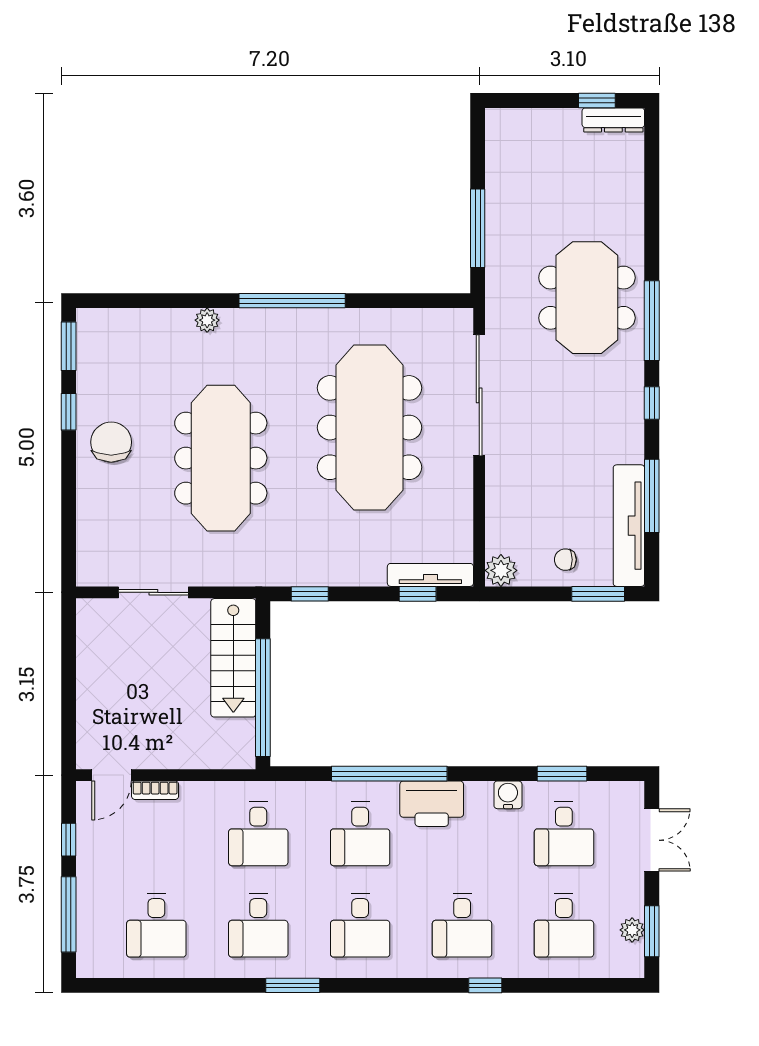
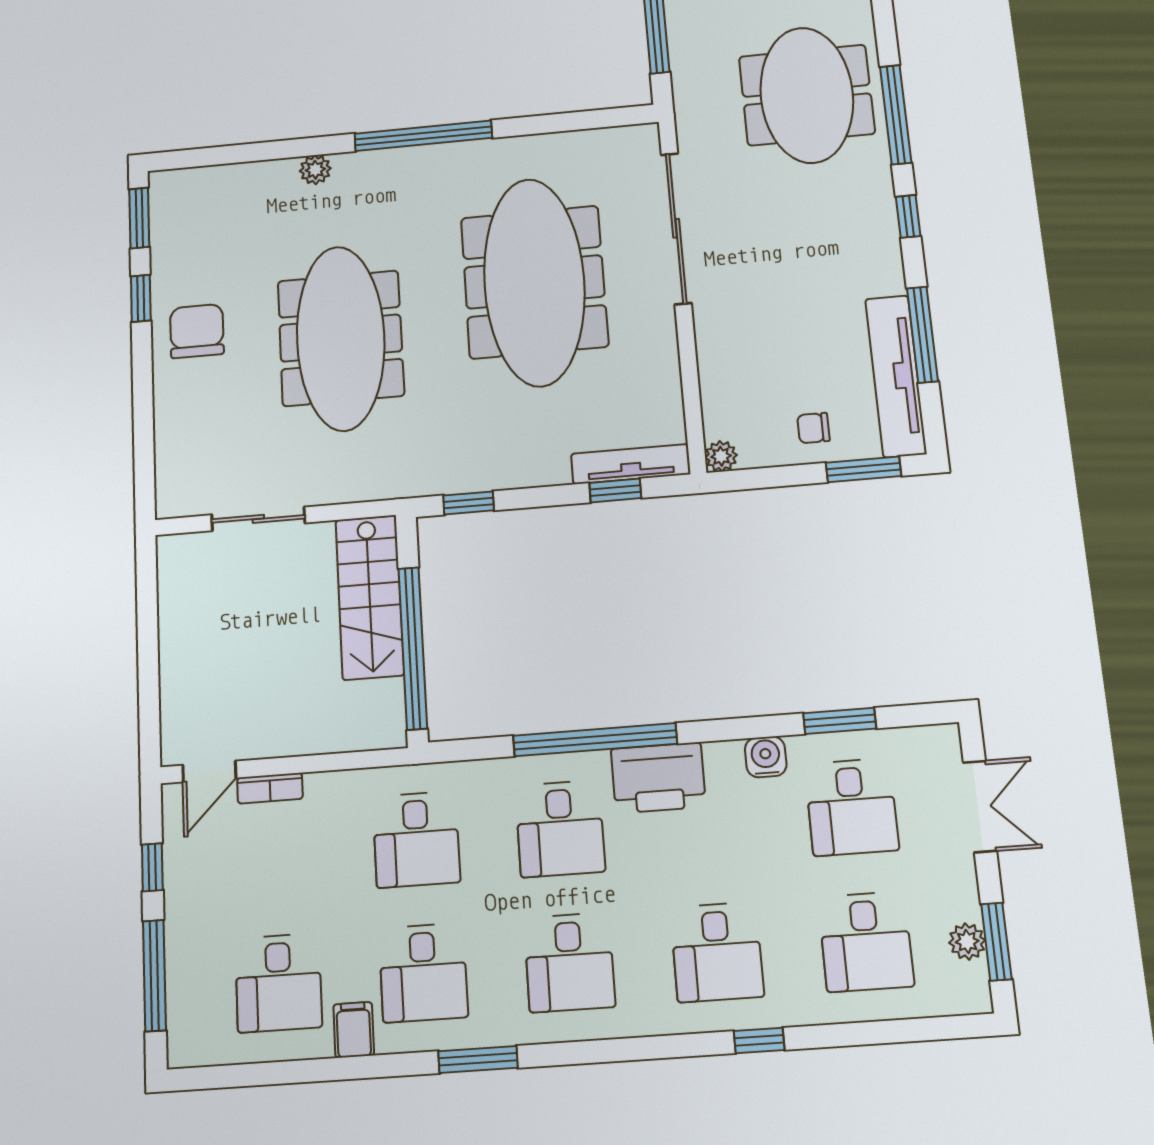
plant: (501, 570) -> (721, 456), width x0.73, depth x0.73
filing cabinet: (208, 960) -> (354, 1030), added

